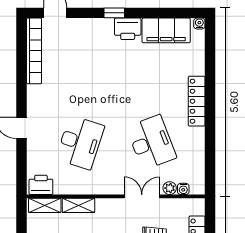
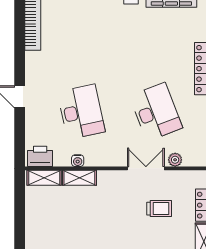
desk: (80, 142) -> (81, 112), turned -30
water cooler: (183, 189) -> (78, 161), moved

